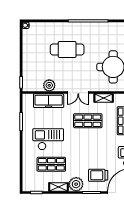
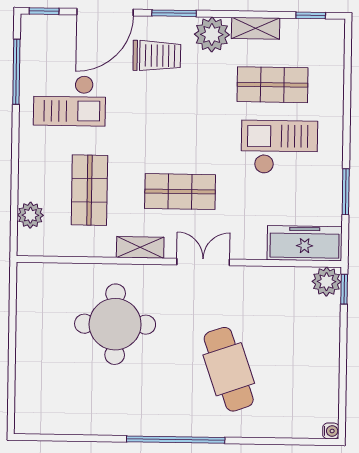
cafe table: (67, 49) -> (229, 369), turned 71
plant: (49, 85) -> (326, 282), moved
freezer: (49, 101) -> (305, 243), moved
checkout: (48, 139) -> (279, 147), turned 180

